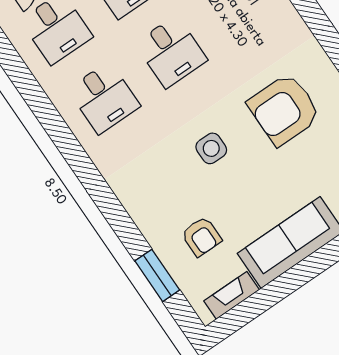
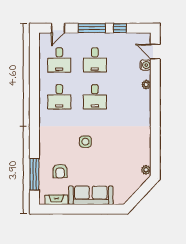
armchair: (284, 110) -> (121, 146), removed
window: (157, 275) -> (34, 174), width x1.44

